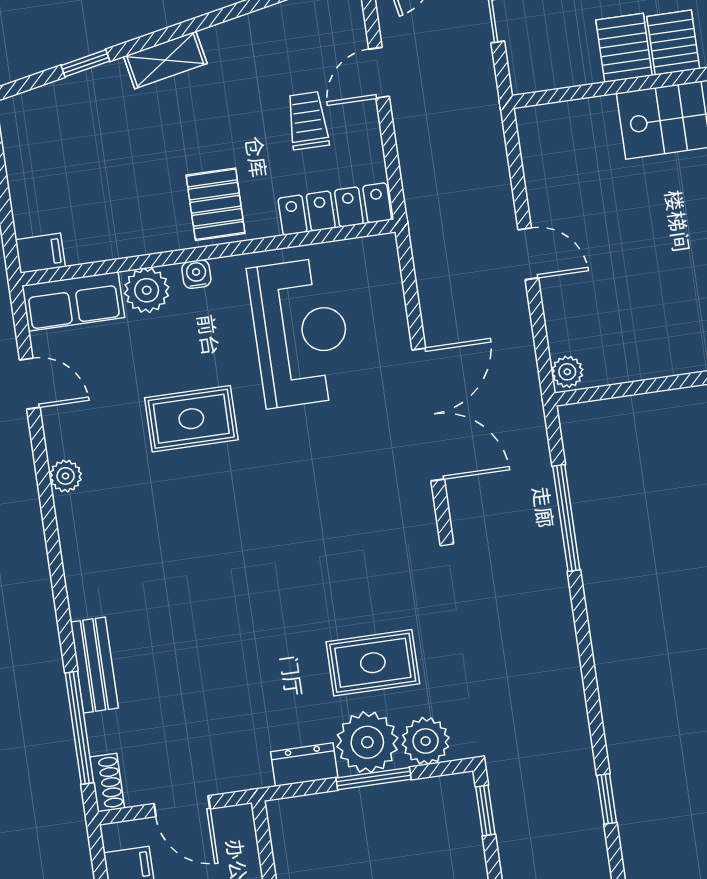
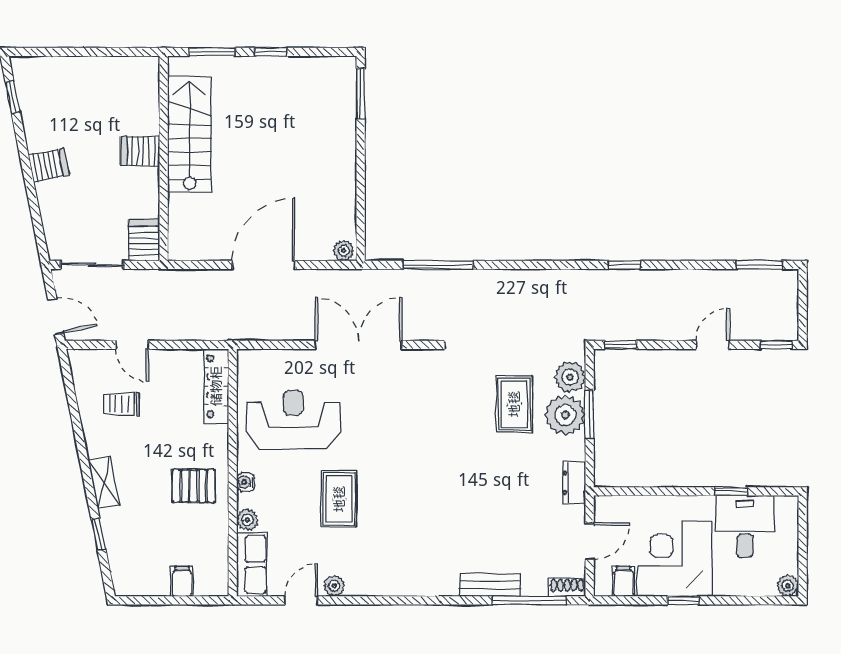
server rack: (624, 48) -> (144, 240), moved, turned 90
trolley: (308, 121) -> (121, 404), moved
pallet: (216, 204) -> (194, 486), moved
filing cabinet: (40, 253) -> (182, 581), moved
door: (528, 254) -> (263, 265), width x1.88
plant: (147, 290) -> (247, 520), width x0.73, depth x0.73
plant: (66, 476) -> (334, 586), moved
dresser: (304, 765) -> (574, 483), moved

